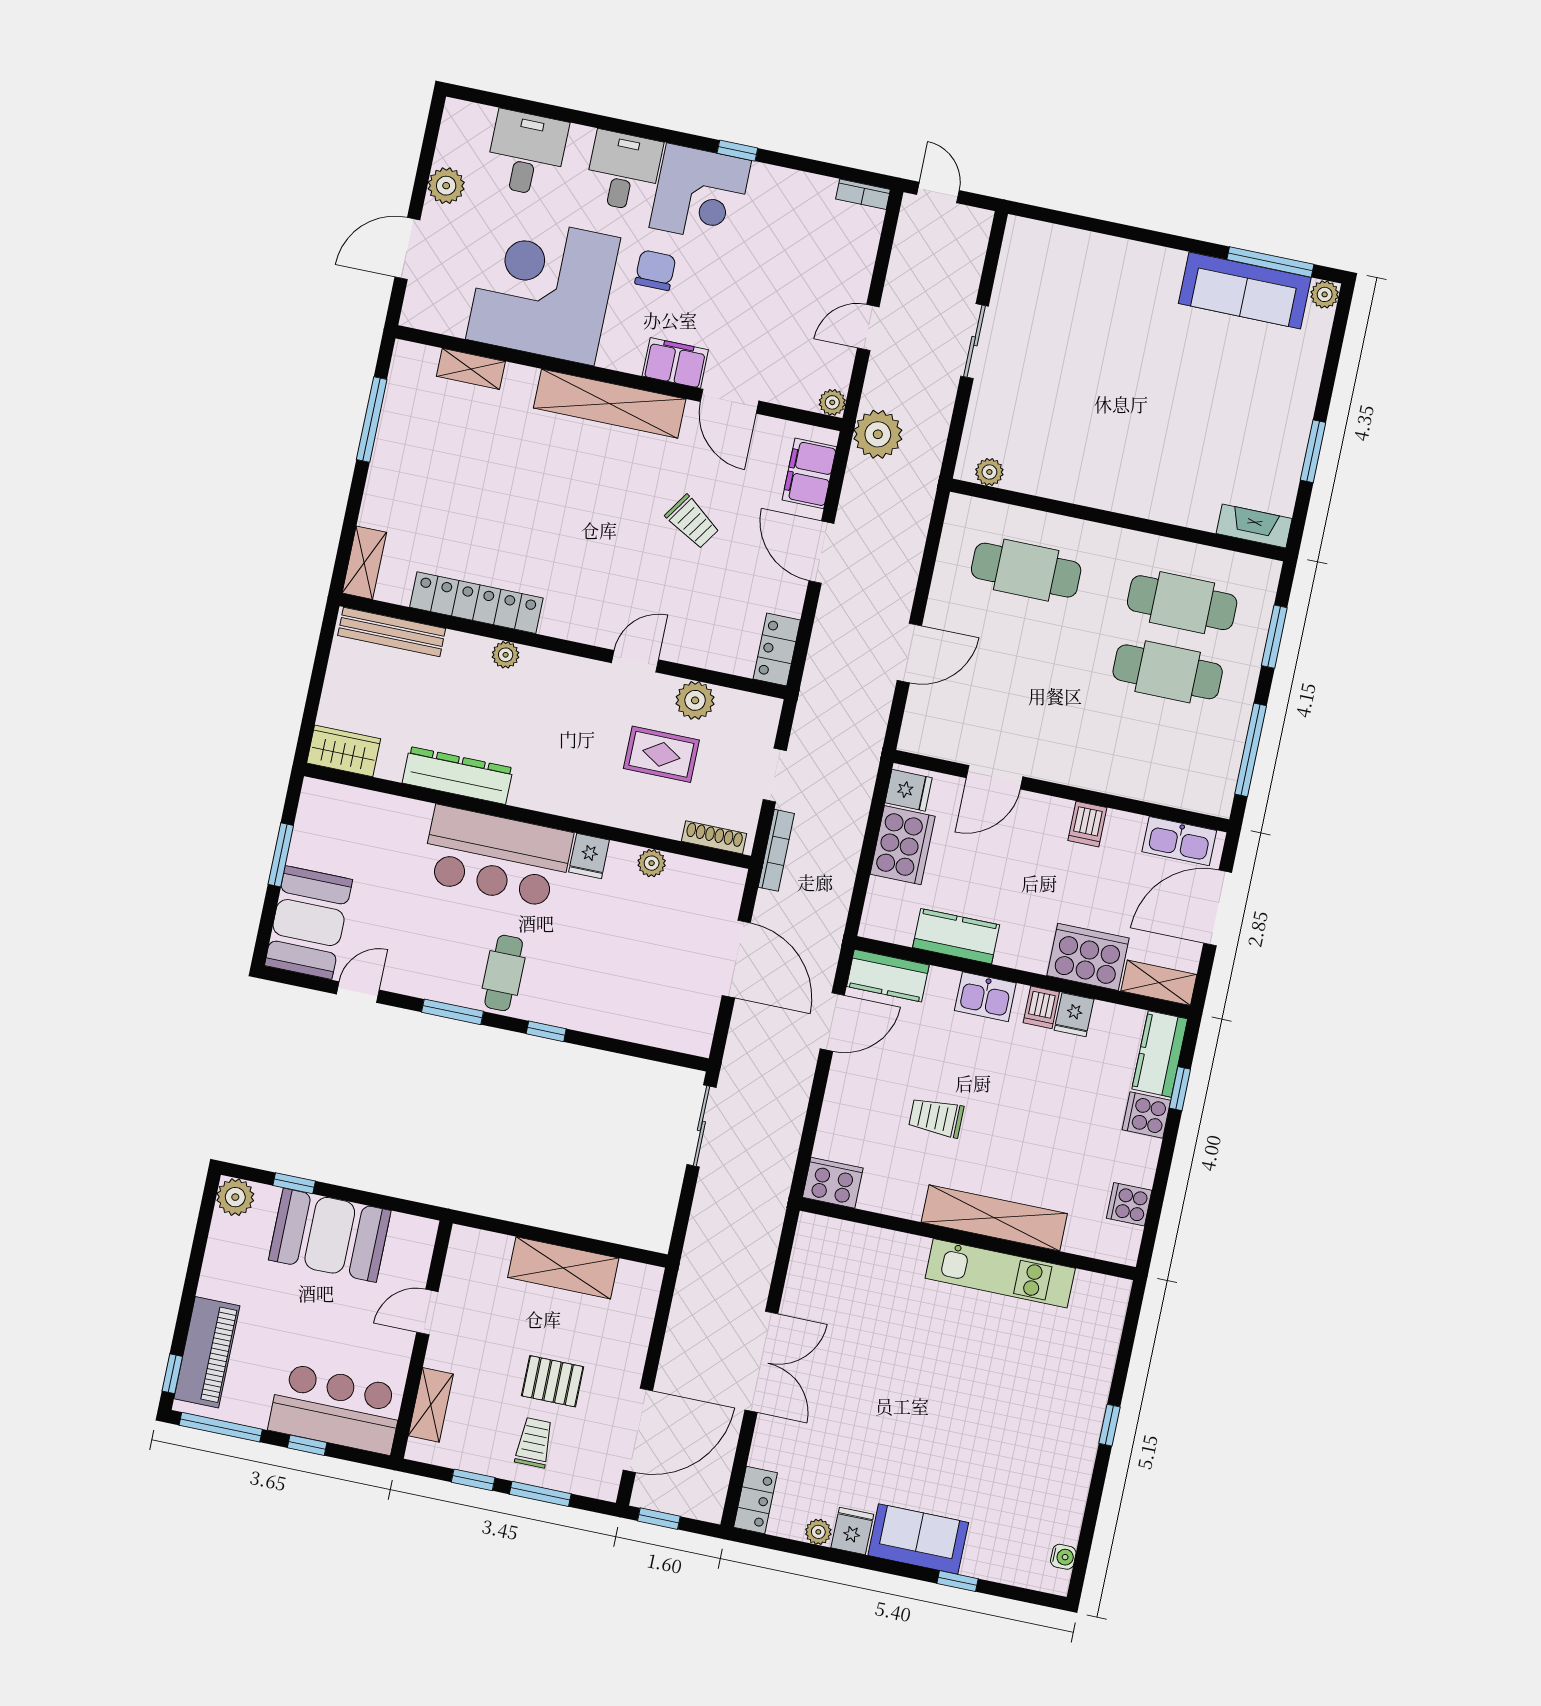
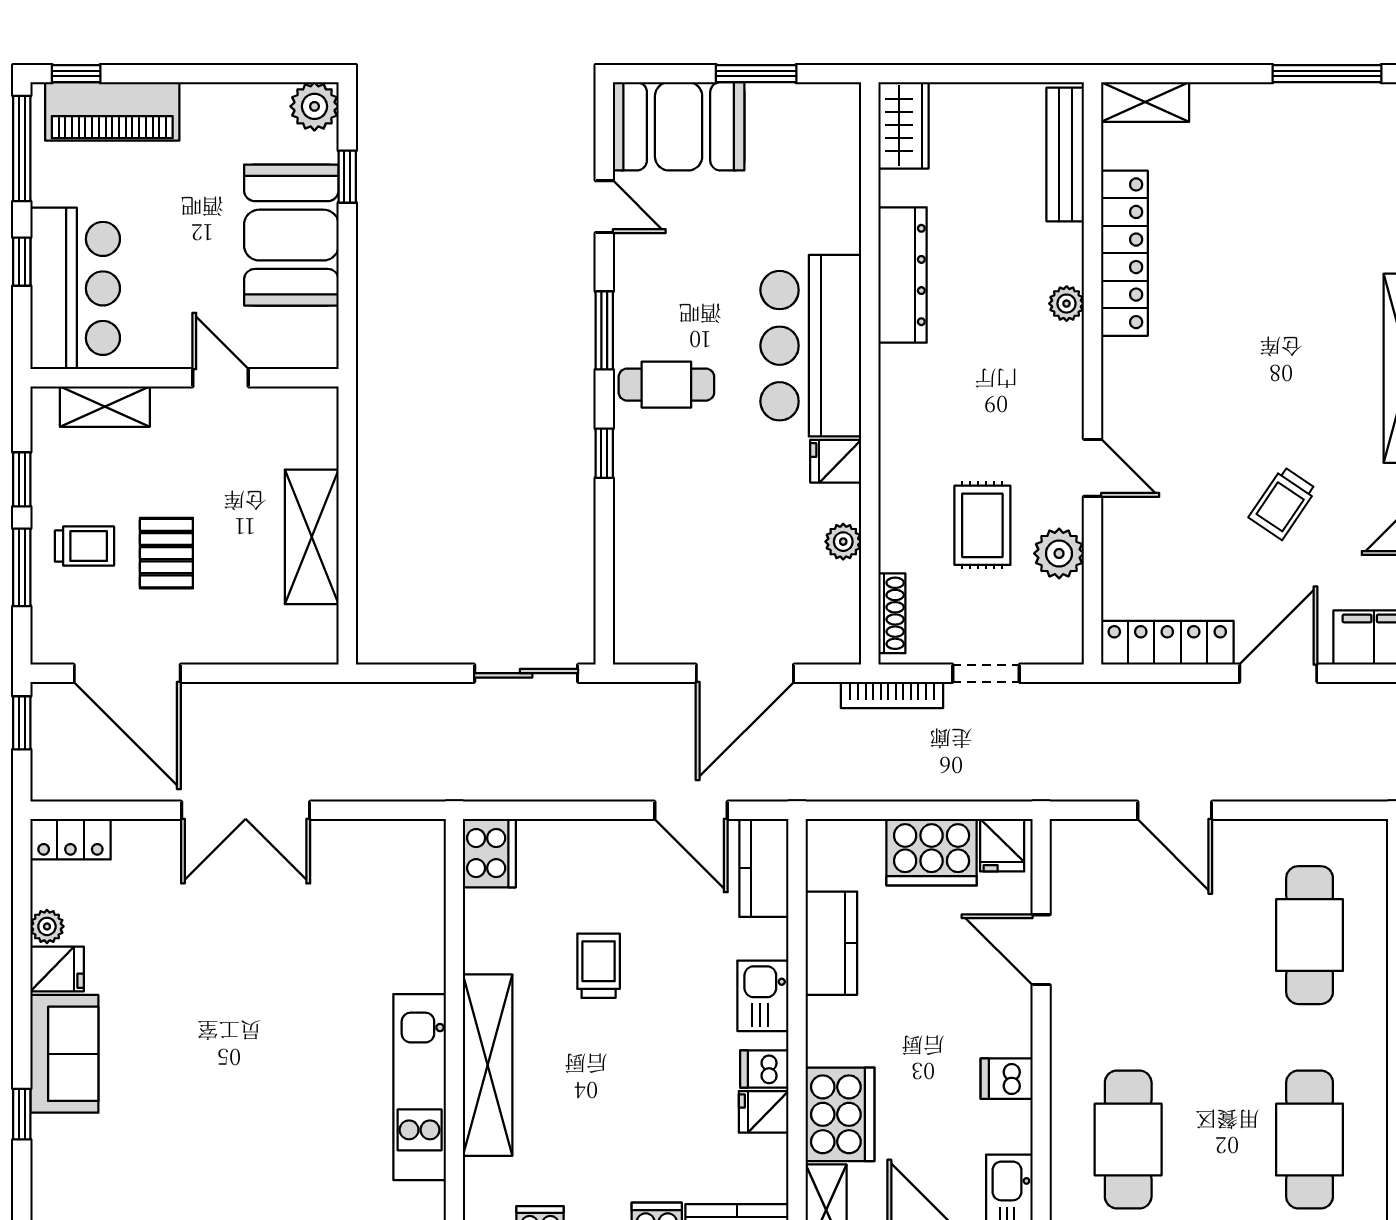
locker: (777, 649) -> (1167, 643), width x1.53
cafe table: (1168, 672) -> (1128, 1140), moved

